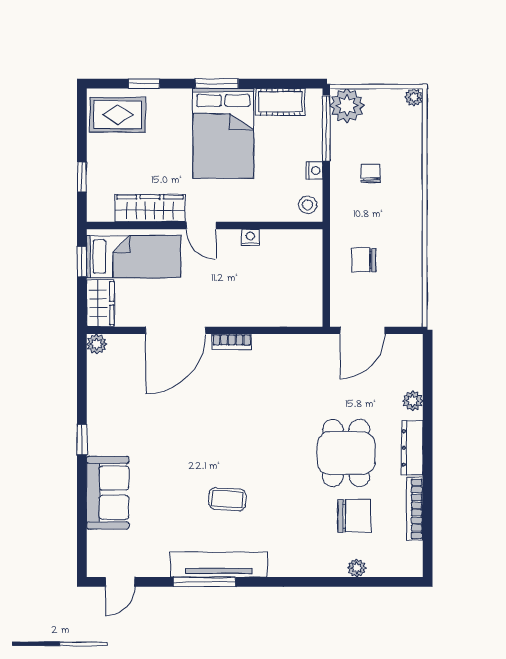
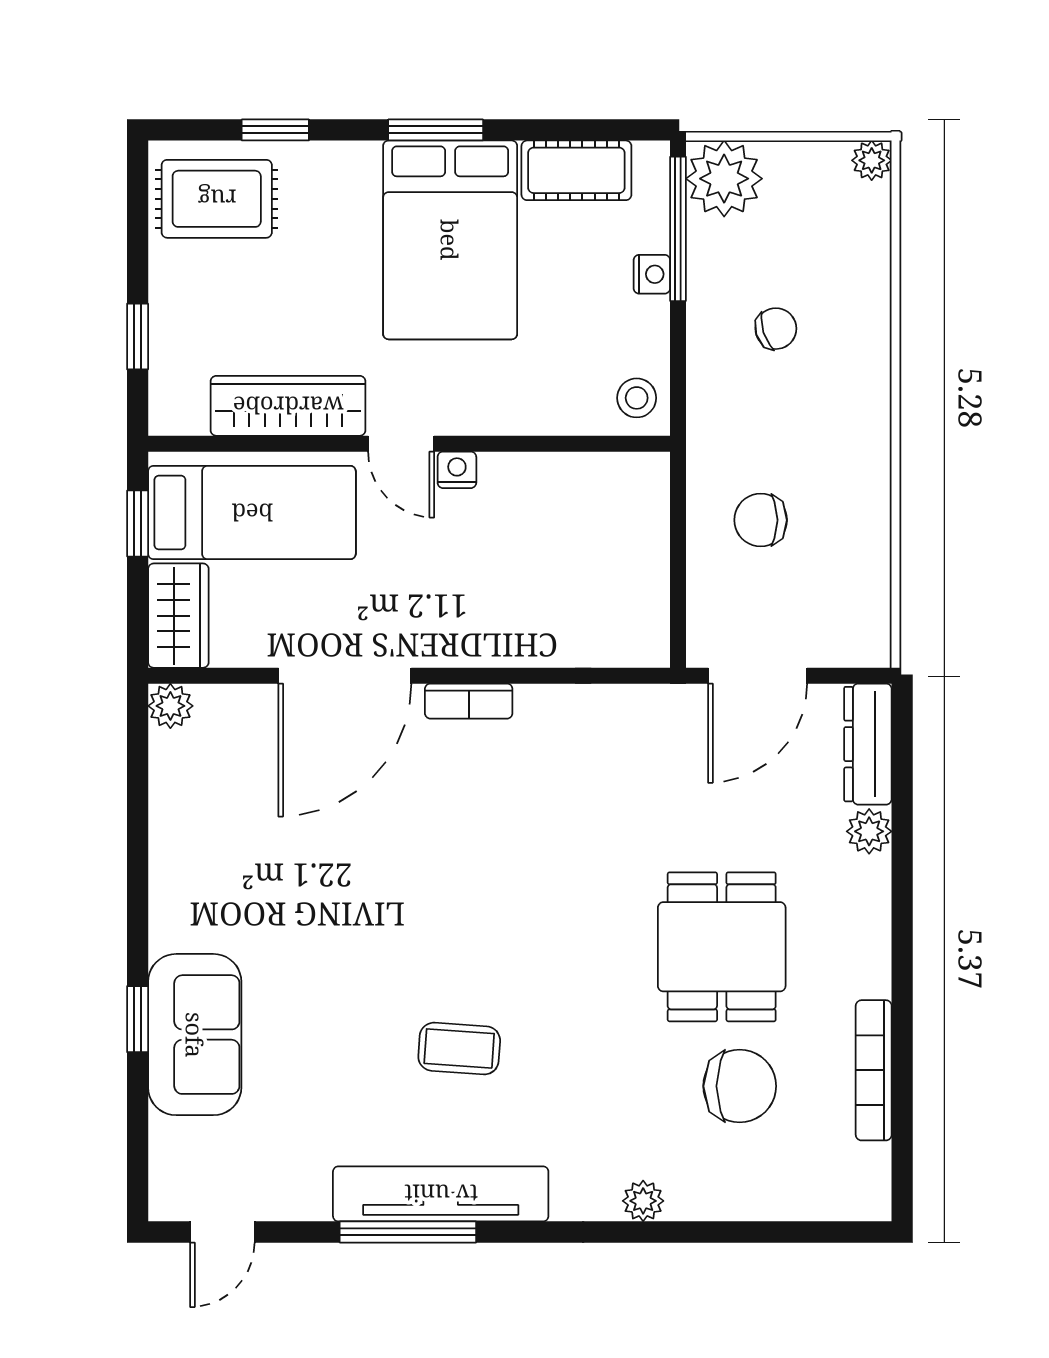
nightstand: (314, 171) -> (652, 274), moved
chair: (371, 173) -> (776, 329), turned 72
nightstand: (250, 237) -> (457, 470), moved
window: (82, 440) -> (138, 1019), moved
dresser: (412, 448) -> (868, 744), moved
plant: (357, 568) -> (643, 1201), moved

